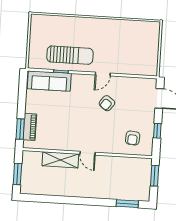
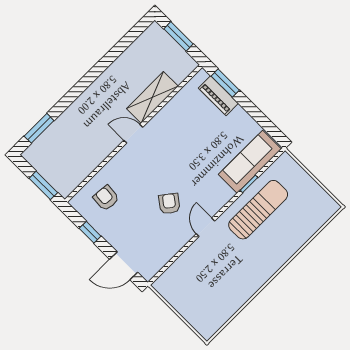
sun lounger: (70, 55) -> (258, 210), turned 180

